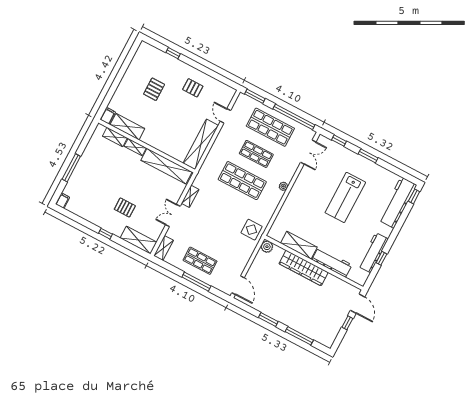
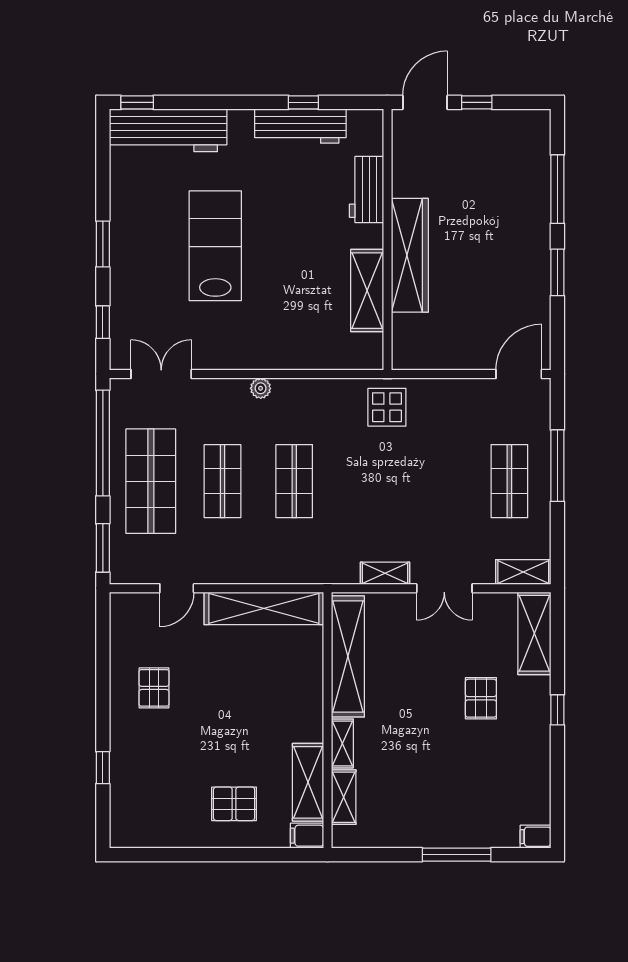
pallet: (154, 89) -> (234, 804), moved
shop shelf: (242, 181) -> (294, 481), width x0.70, depth x0.74
lab bench: (345, 197) -> (215, 246), turned -90
plant: (267, 247) -> (406, 356), removed
workbench: (332, 262) -> (367, 190), width x0.73

